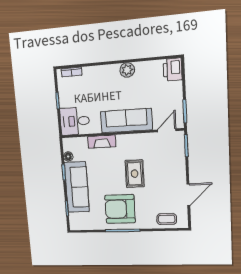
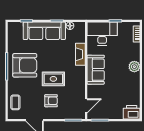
plant: (127, 70) -> (134, 67), moved
desk: (75, 121) -> (102, 34), width x1.37
sofa: (126, 121) -> (96, 70), width x0.73
door: (167, 130) -> (86, 106), hinge flipped
armchair: (162, 175) -> (51, 101), added
armchair: (120, 209) -> (25, 65), turned 90

